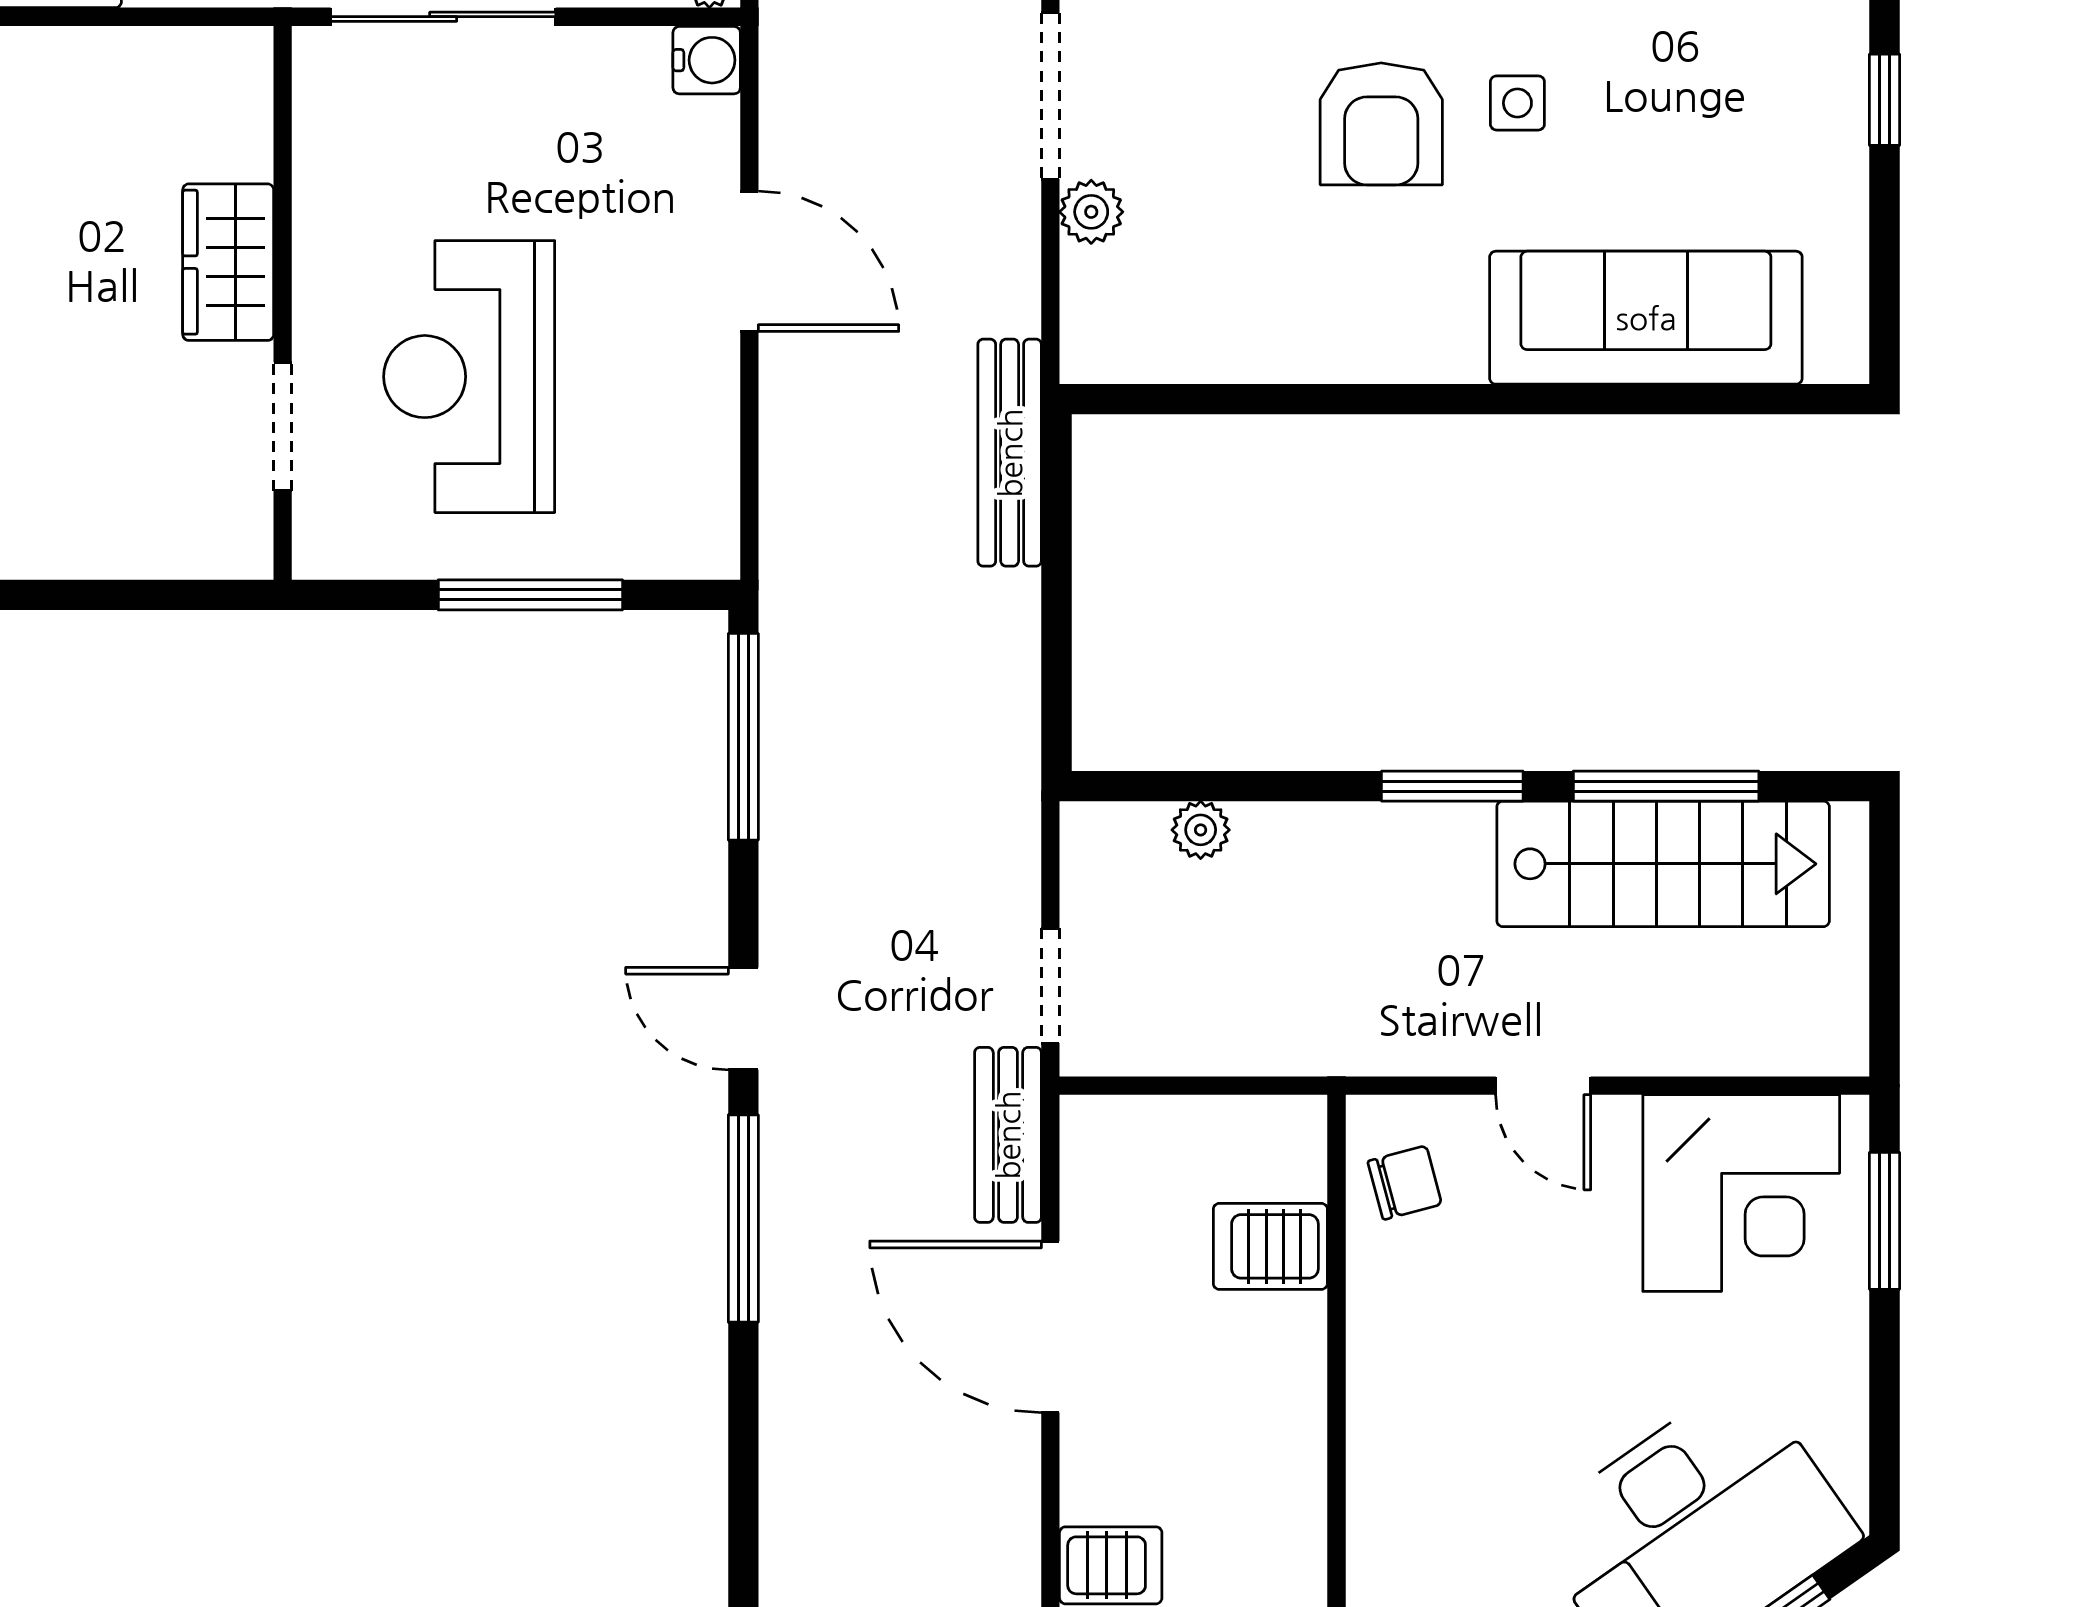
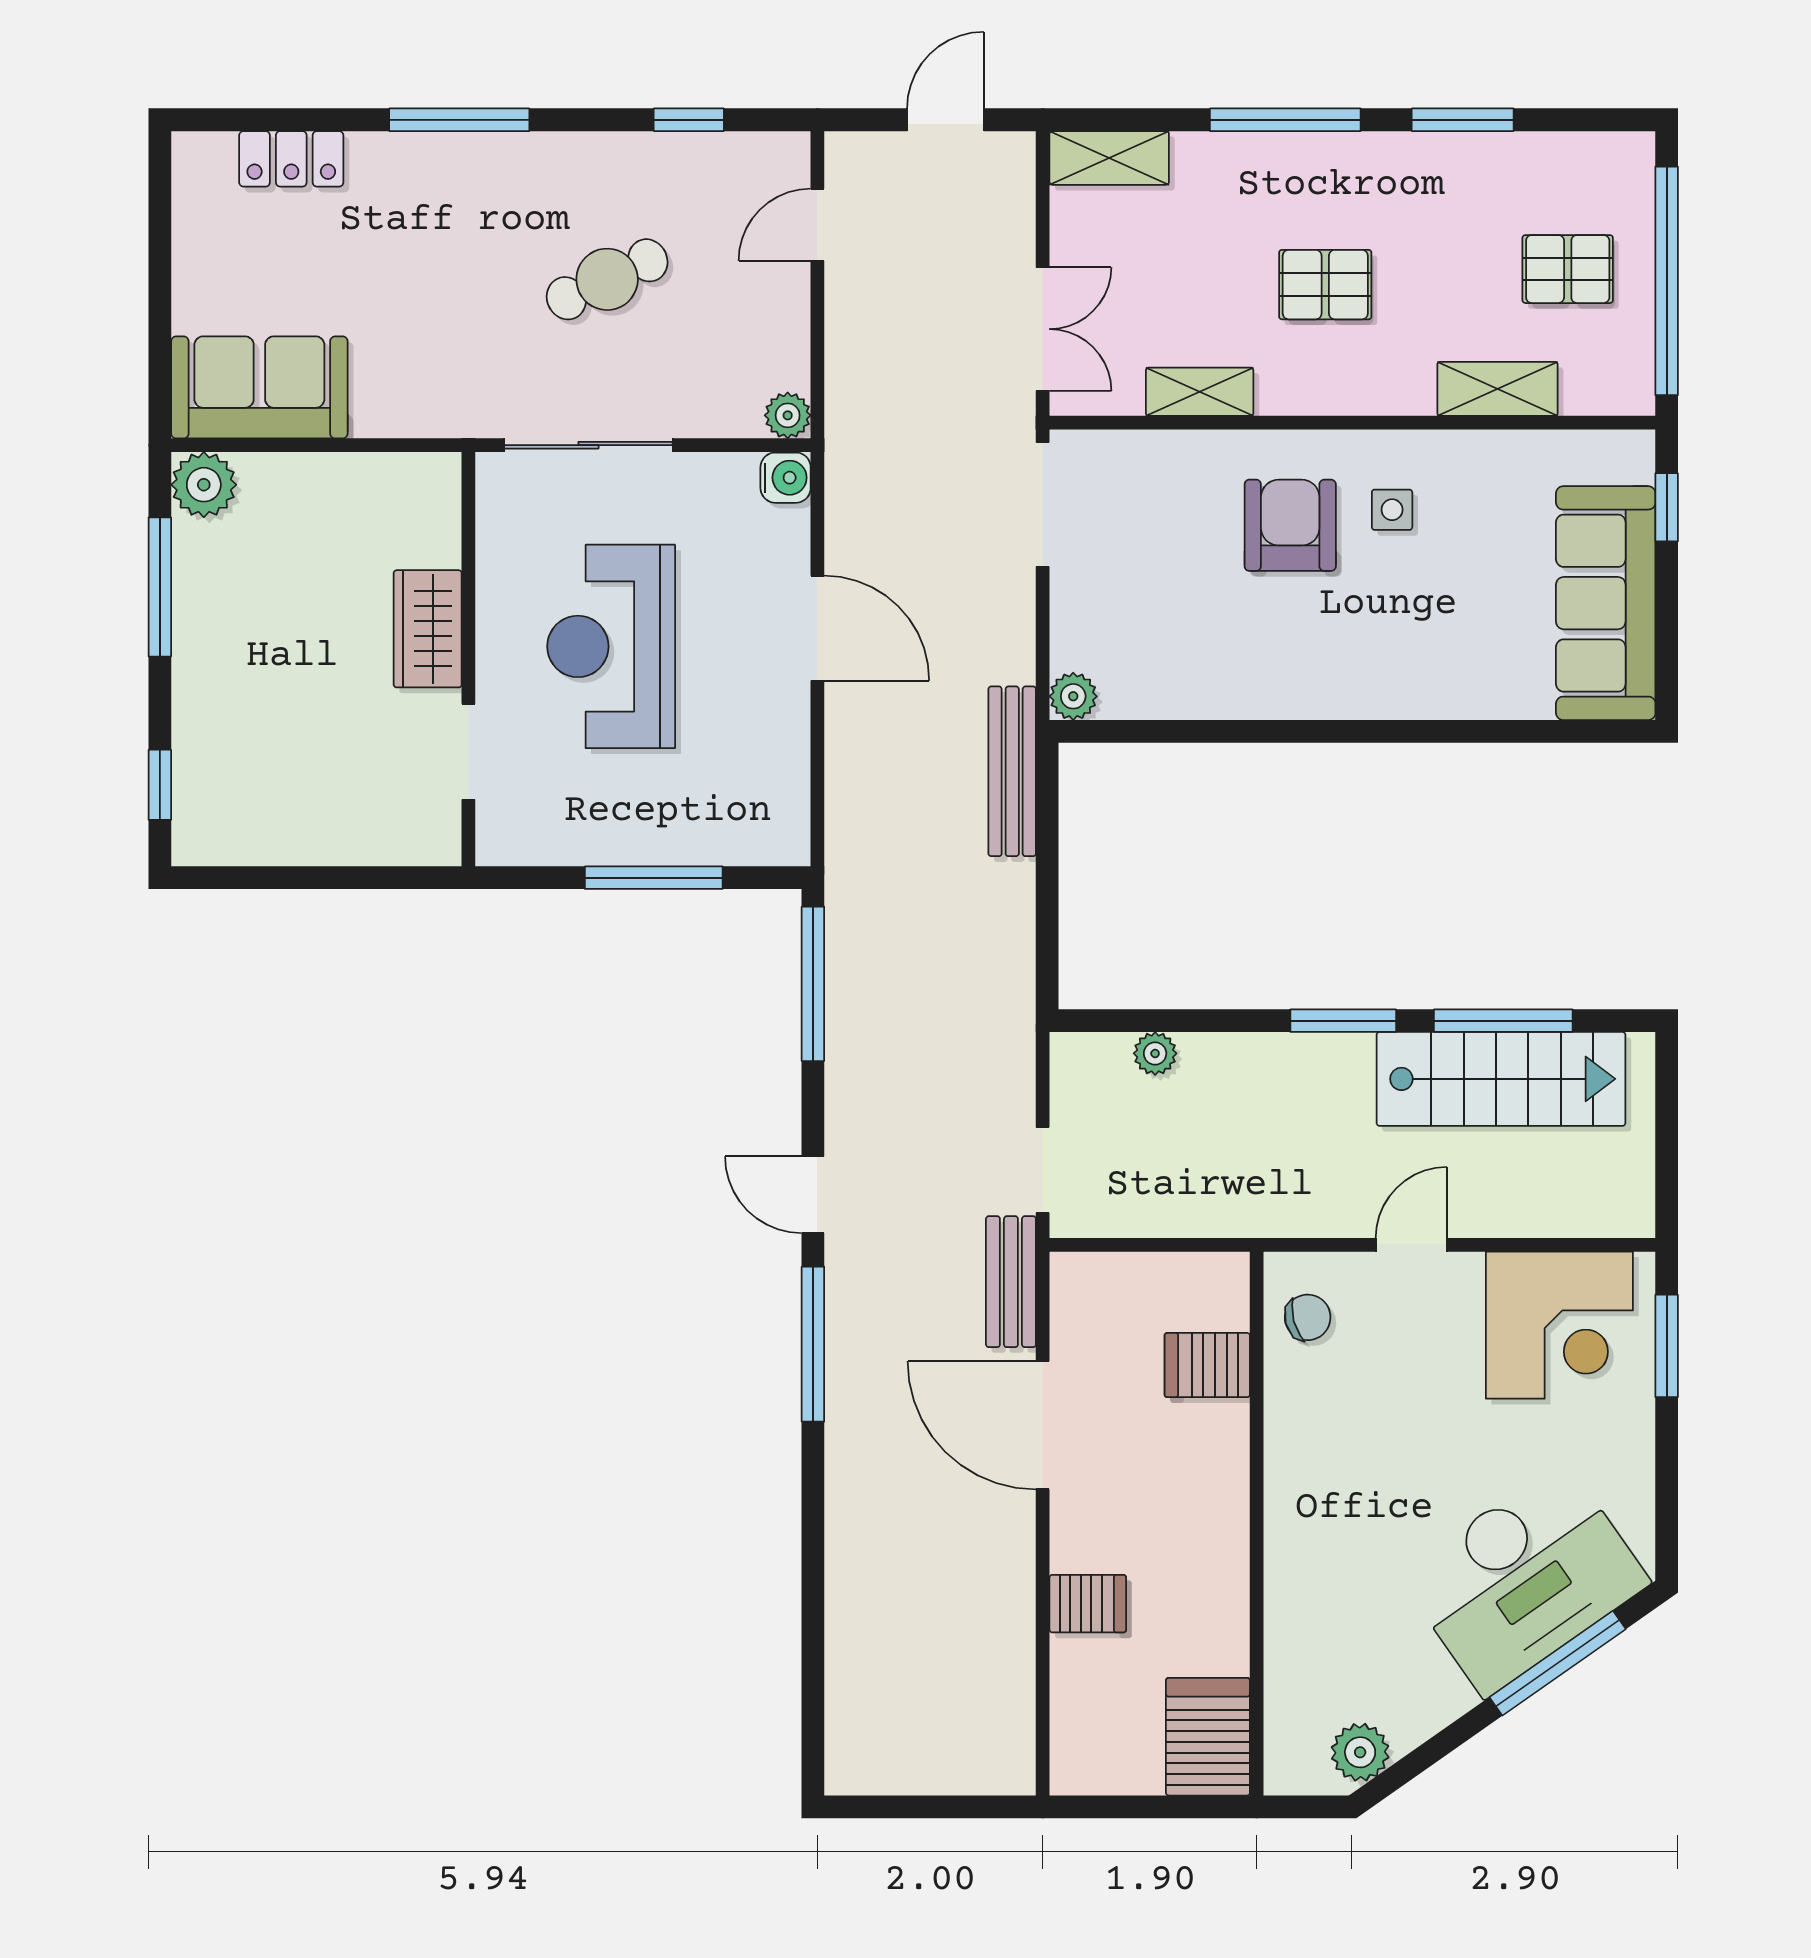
armchair: (1381, 124) -> (1290, 525), turned 180
plant: (1091, 212) -> (1073, 696), moved
sofa: (1646, 318) -> (1606, 603), moved, turned -90
reception desk: (469, 377) -> (611, 646), moved
door: (1543, 1086) -> (1411, 1245), swing flipped

